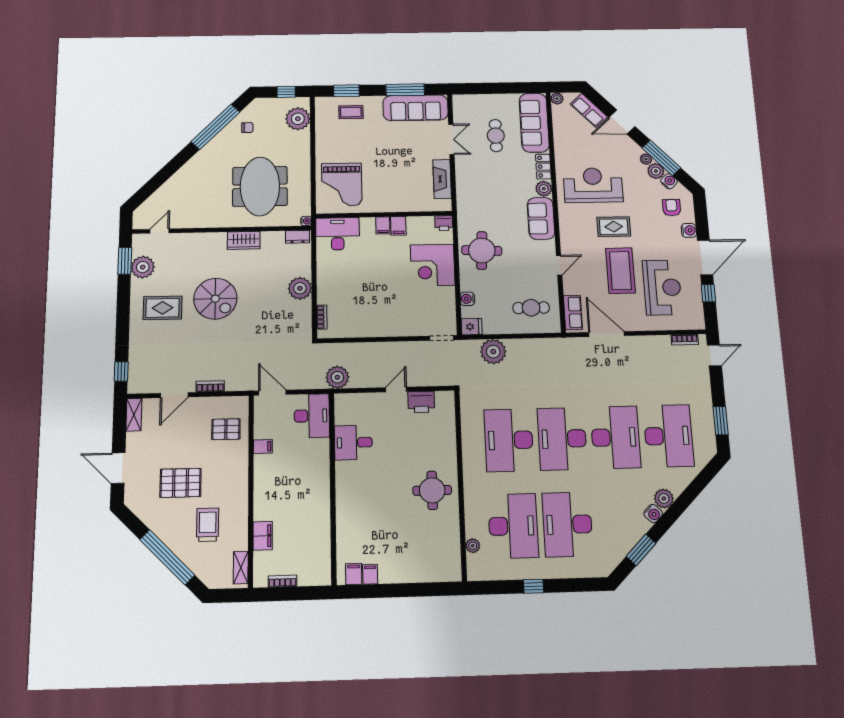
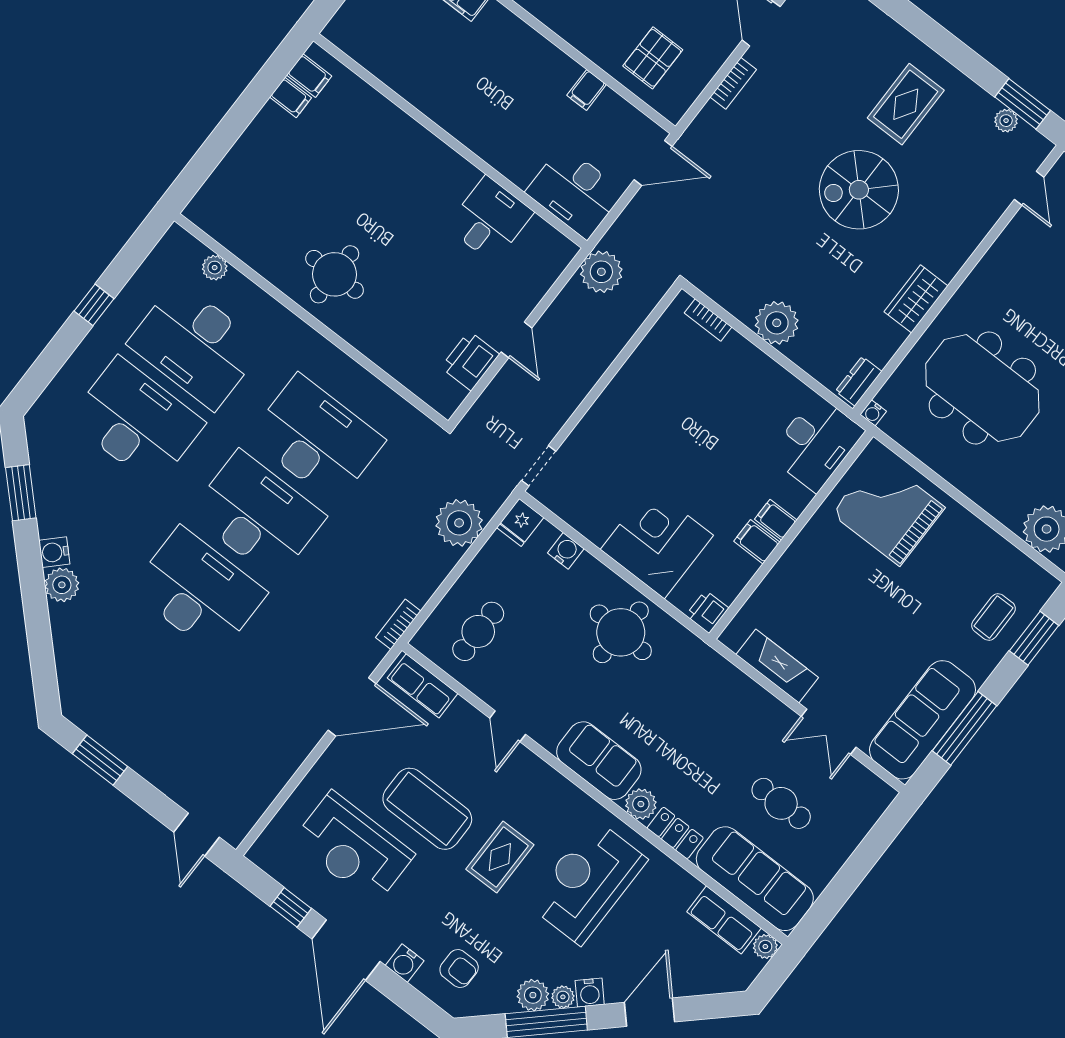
row of seats: (589, 110) -> (724, 920), moved, turned -137
water cooler: (669, 181) -> (590, 992), moved
reception desk: (593, 185) -> (587, 882), turned 180
plant: (143, 267) -> (1006, 121), width x0.53, depth x0.53
bookcase: (685, 340) -> (398, 624), moved
desk: (669, 436) -> (140, 668), removed
desk: (615, 437) -> (199, 591), turned 180

